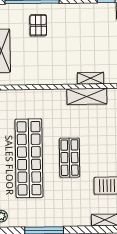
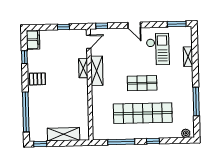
pallet: (38, 25) -> (37, 79), moved

